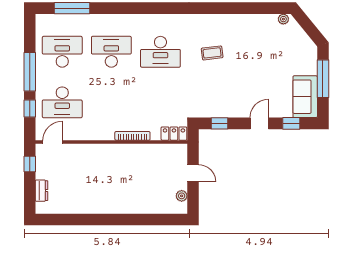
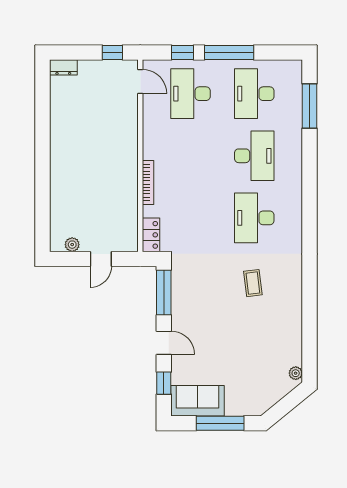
desk: (62, 52) -> (254, 94), turned 180
window: (220, 123) -> (164, 293), width x2.17
dresser: (41, 191) -> (63, 67), moved

